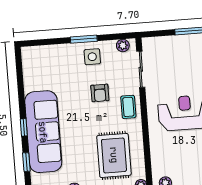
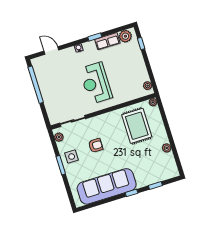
coffee table: (128, 107) -> (101, 124), removed
sofa: (43, 132) -> (107, 186), moved
rug: (114, 155) -> (137, 126), turned 90

